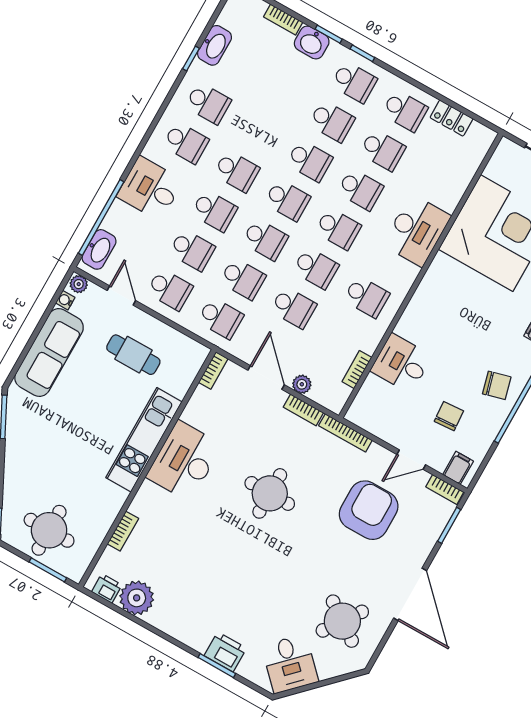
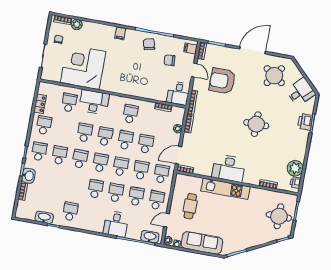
school desk: (186, 143) -> (91, 215), removed
school desk: (383, 150) -> (69, 103), moved
desk: (401, 363) -> (178, 93), moved
door: (266, 377) -> (178, 155), moved
round table: (270, 493) -> (256, 124), moved

